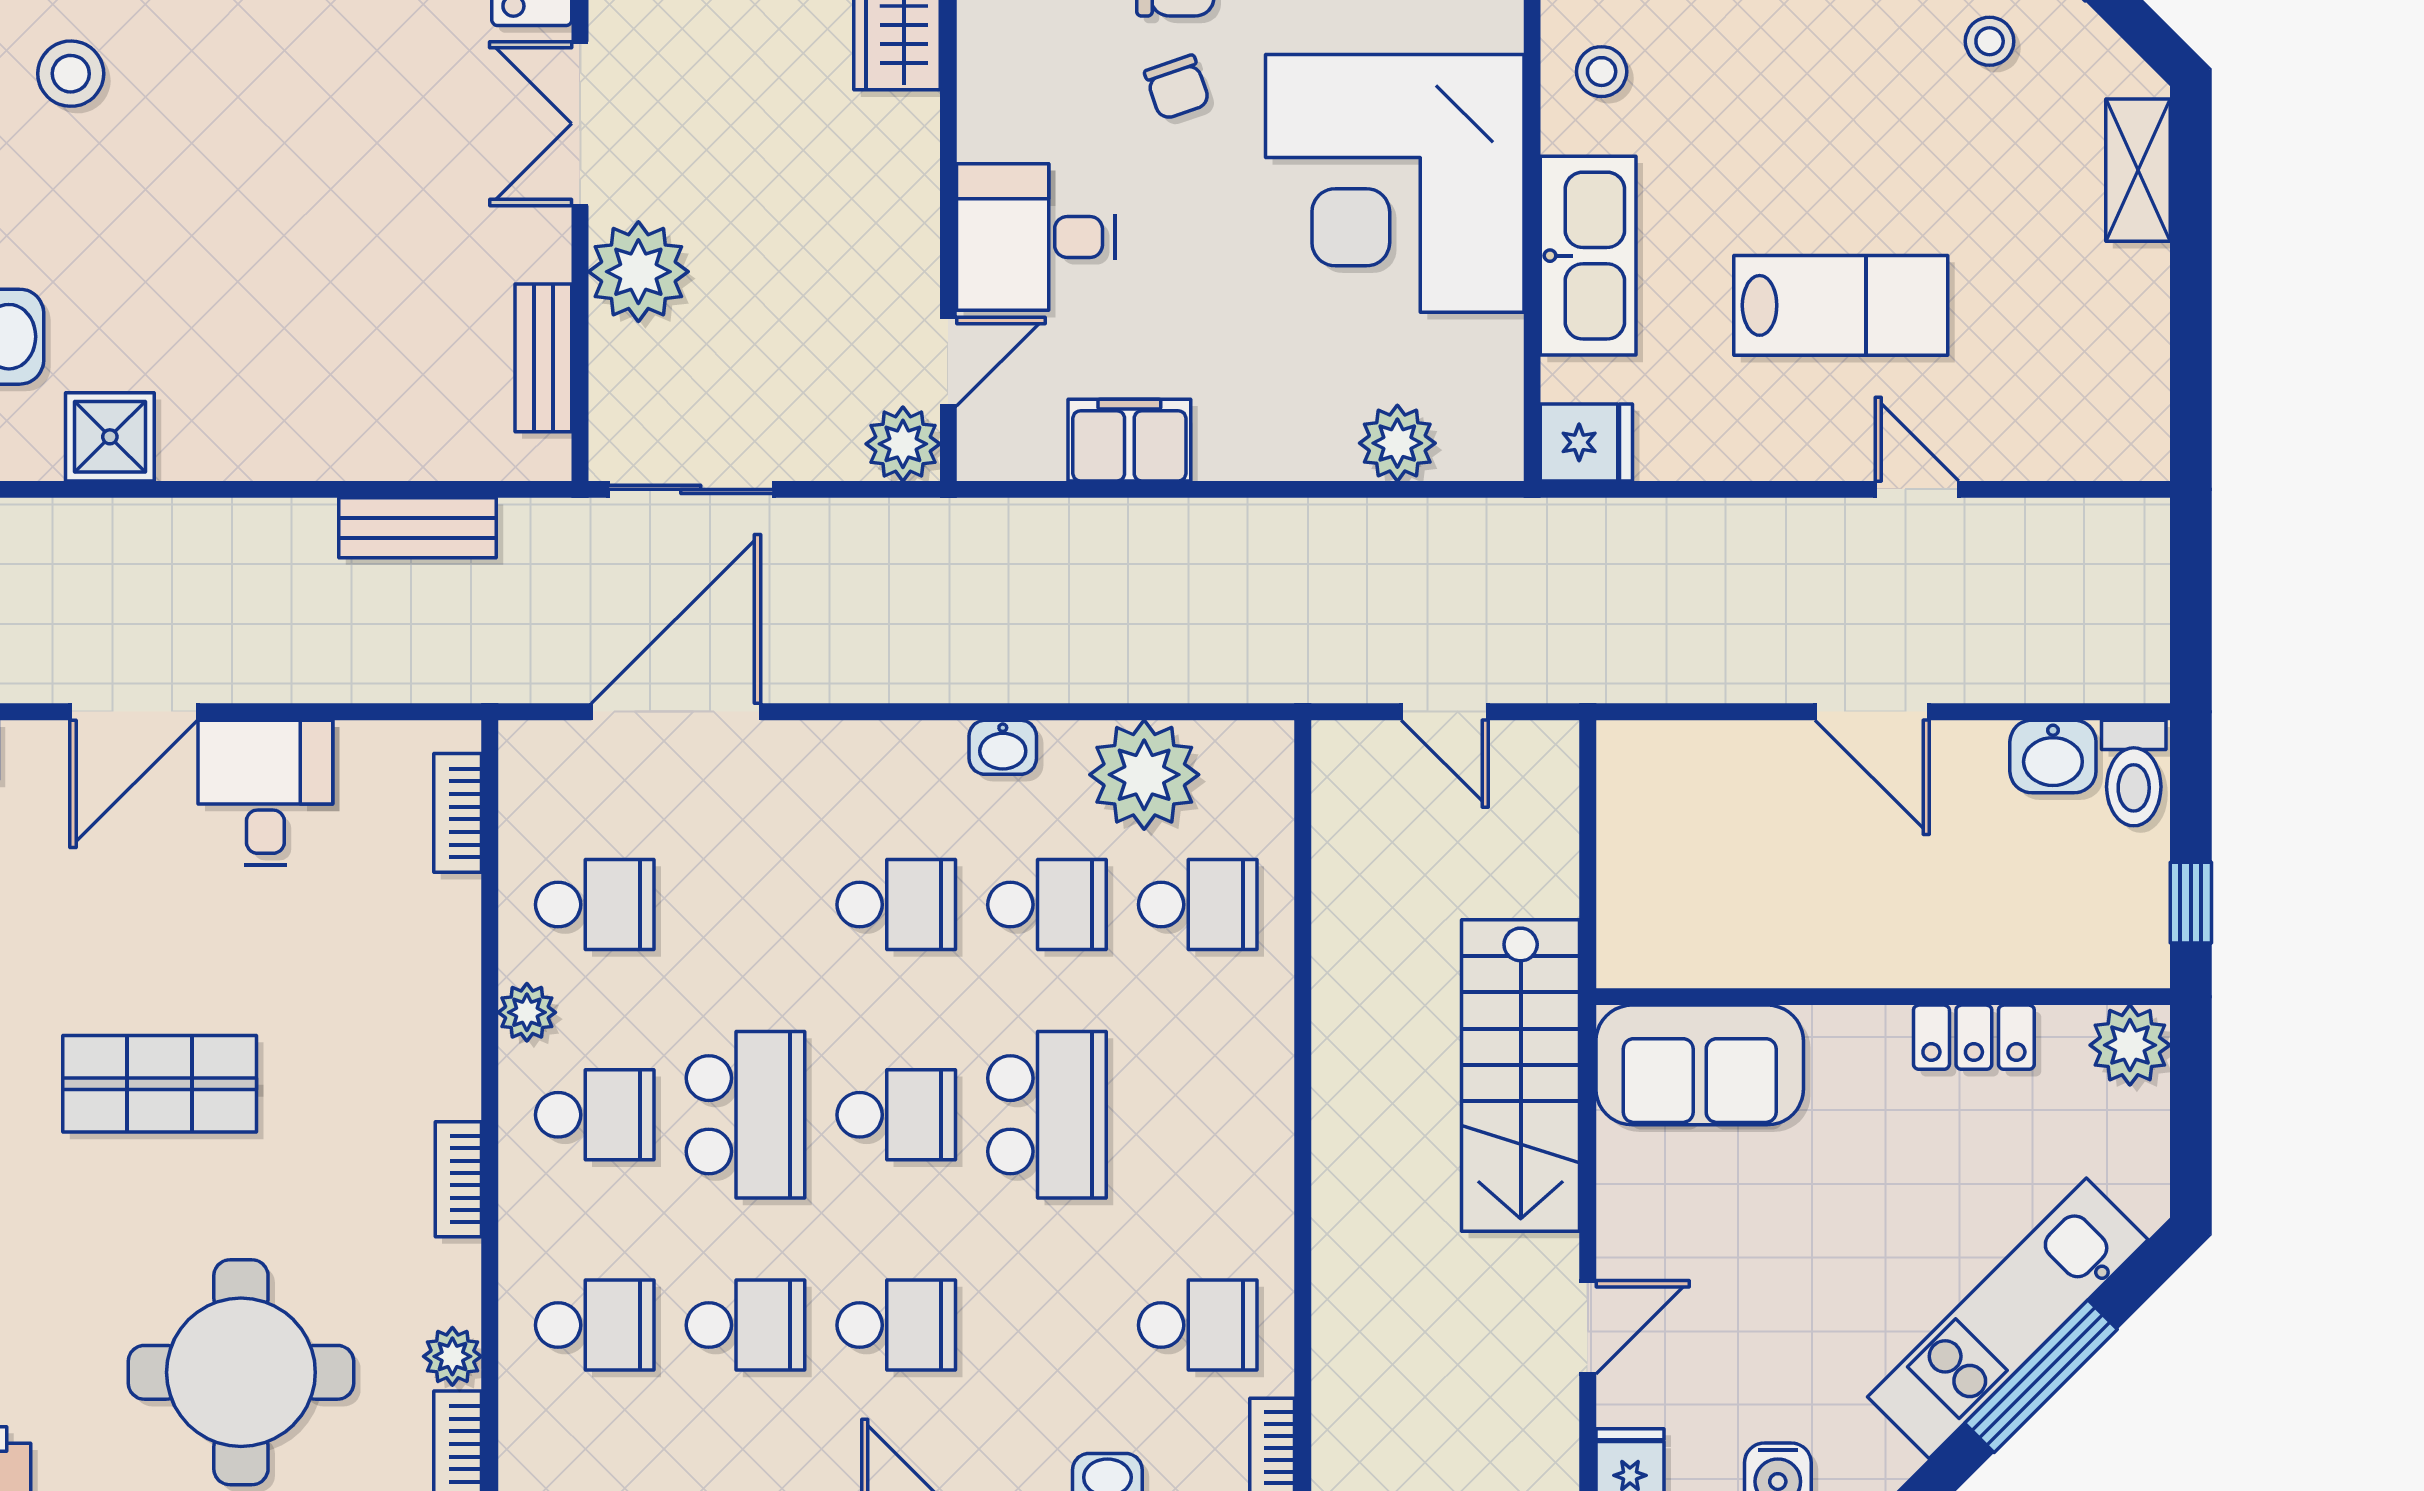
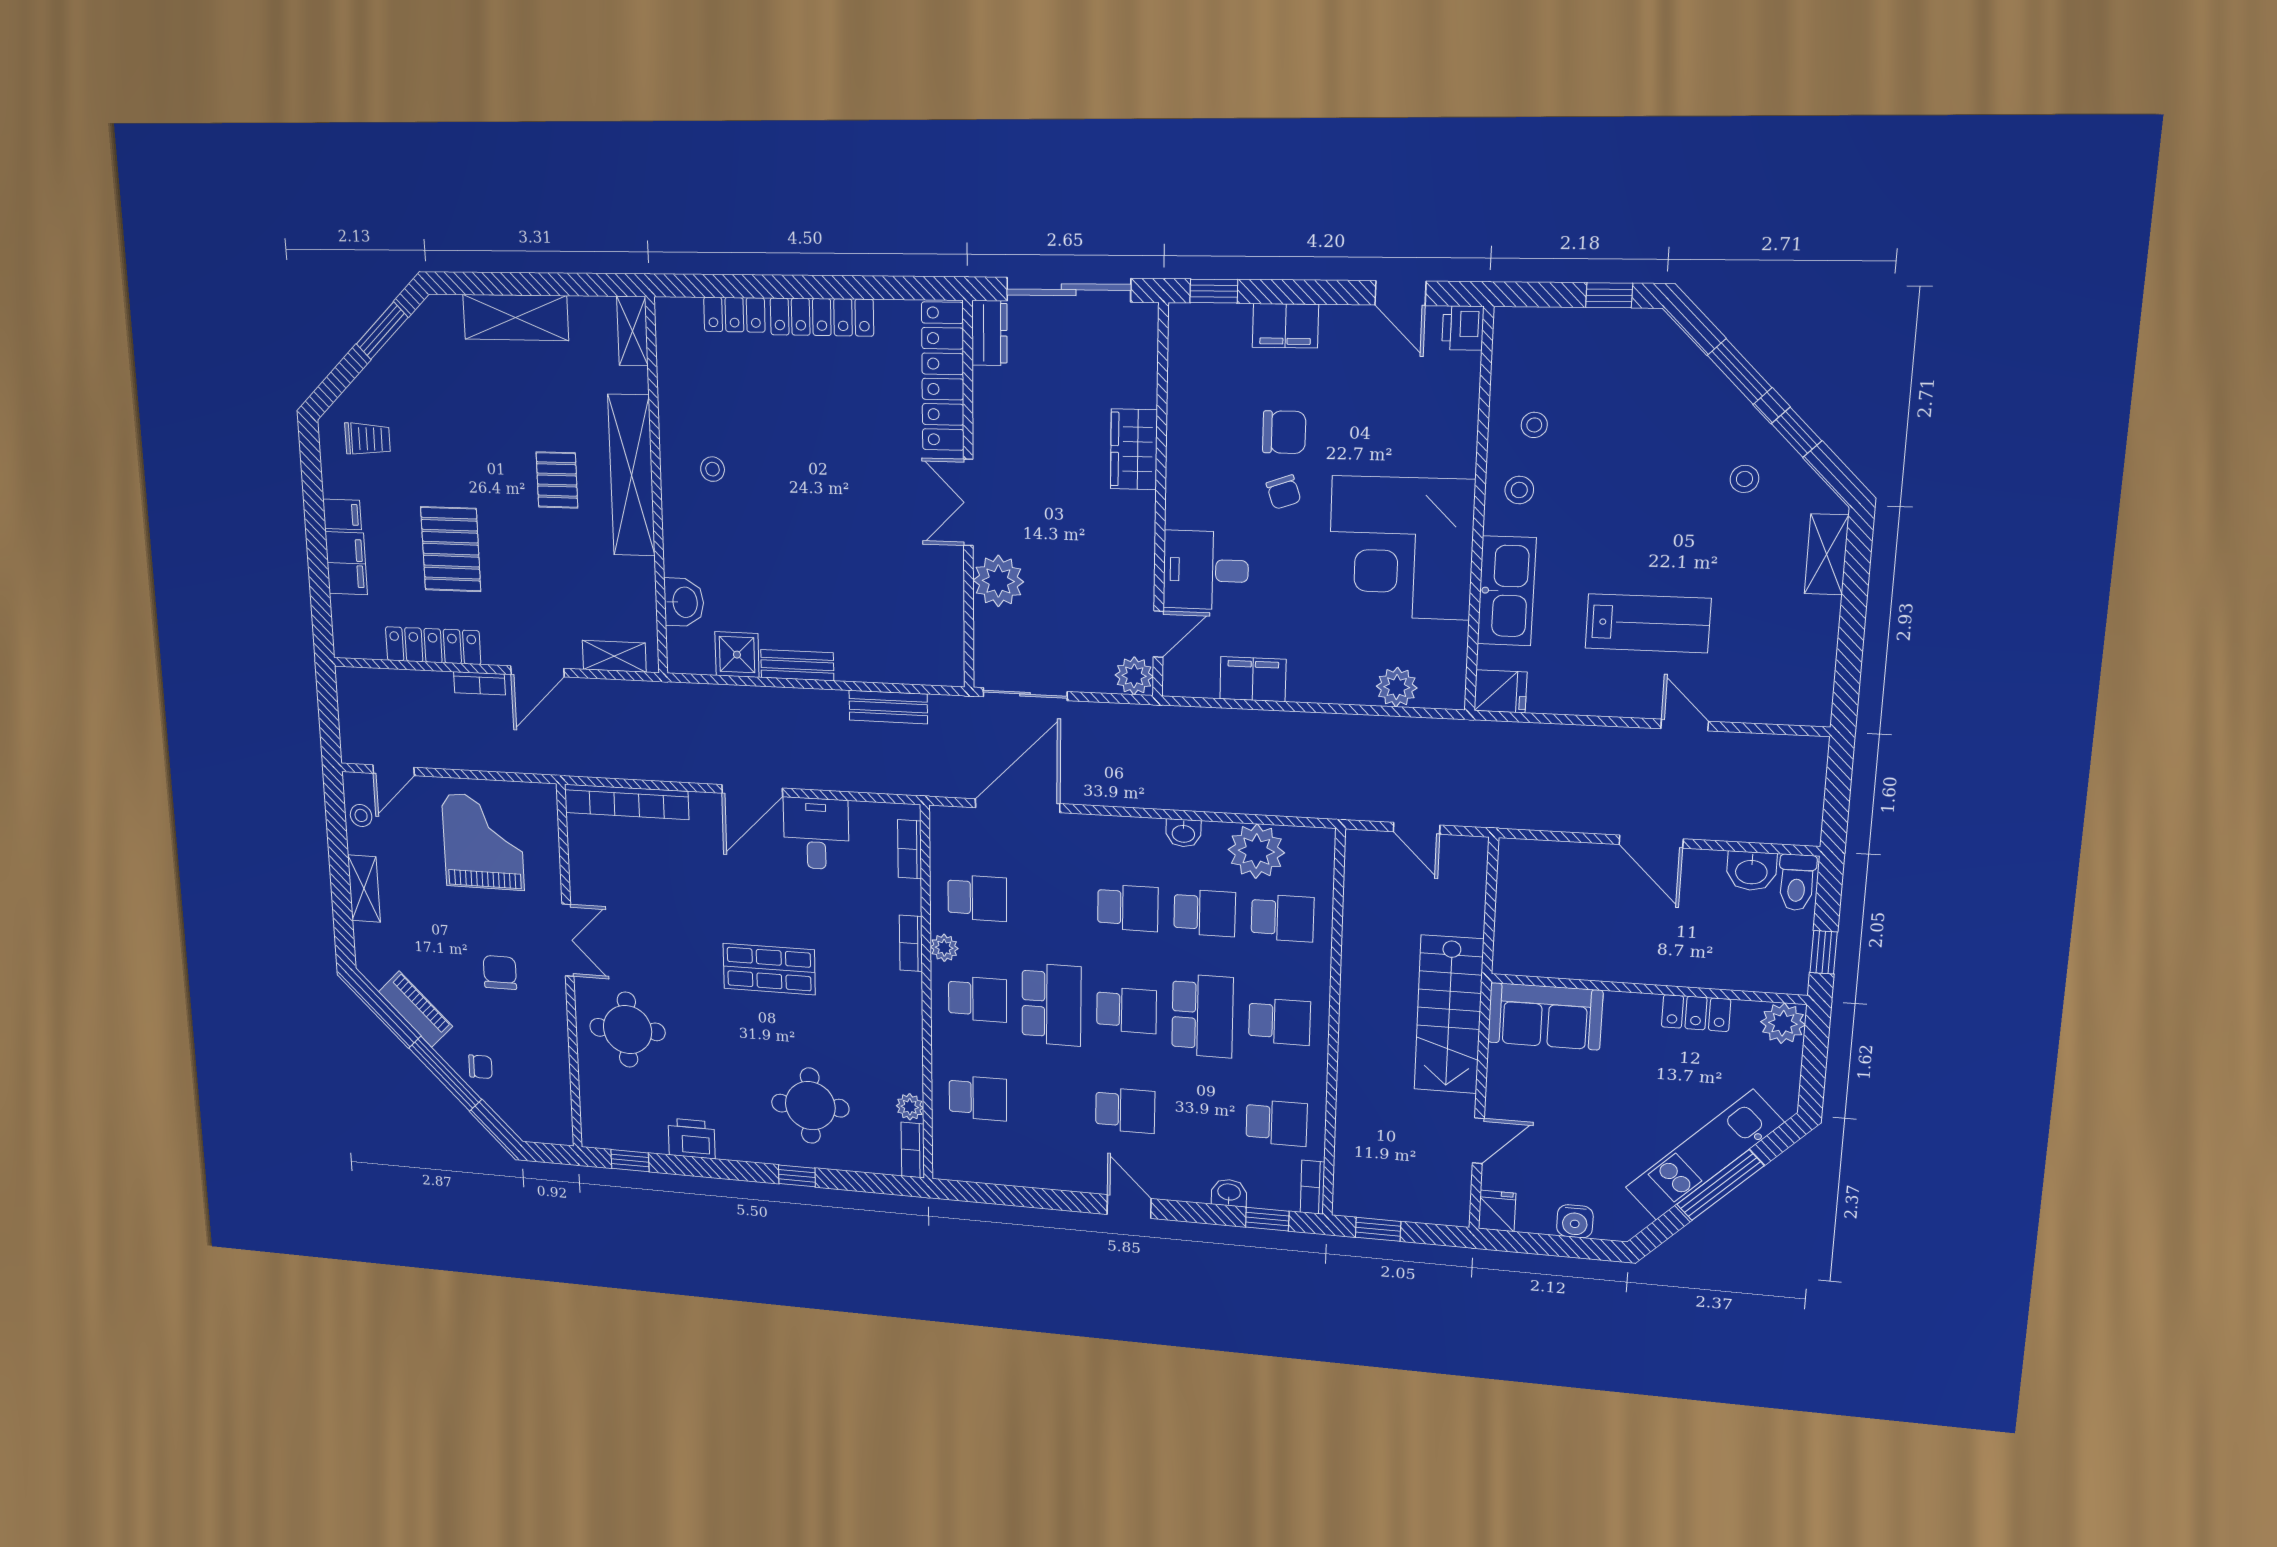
stool: (71, 74) -> (712, 469), width x0.73, depth x0.73
bench: (543, 358) -> (797, 665), moved, turned 90
bookcase: (458, 1179) -> (911, 943), moved
school desk: (745, 1325) -> (1279, 1022), moved
round table: (241, 1372) -> (810, 1106), width x0.73, depth x0.73

